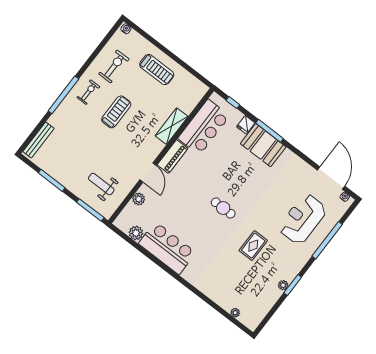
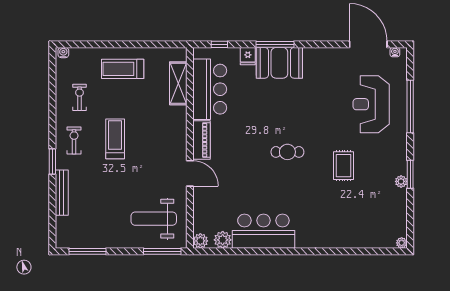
exercise bike: (114, 66) -> (80, 97), width x0.73, depth x0.72
treadmill: (157, 70) -> (123, 69), turned 180
window: (63, 95) -> (52, 161), width x0.47
shelving: (172, 126) -> (178, 83), moved
bench: (39, 140) -> (62, 193), moved
window: (52, 180) -> (87, 251), moved
weight bench: (101, 184) -> (154, 219), width x1.36, depth x1.33
plant: (139, 199) -> (200, 241), moved
plant: (235, 313) -> (402, 243), moved

